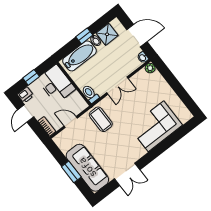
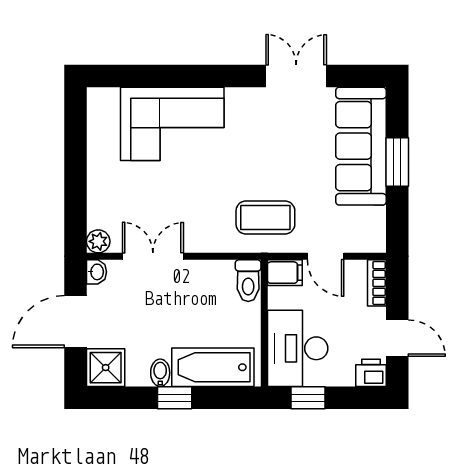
shower: (107, 34) -> (106, 368), moved
door: (137, 36) -> (75, 322), hinge flipped
window: (31, 77) -> (308, 398), moved
double door: (117, 86) -> (153, 256), moved
filing cabinet: (80, 106) -> (285, 273), added
door: (26, 113) -> (397, 338), hinge flipped
coffee table: (101, 119) -> (265, 217), turned 90

